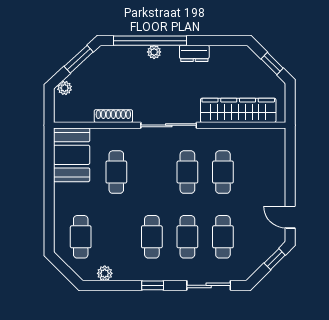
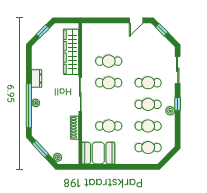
cafe table: (223, 237) -> (148, 126), moved
plant: (105, 273) -> (170, 111), moved

